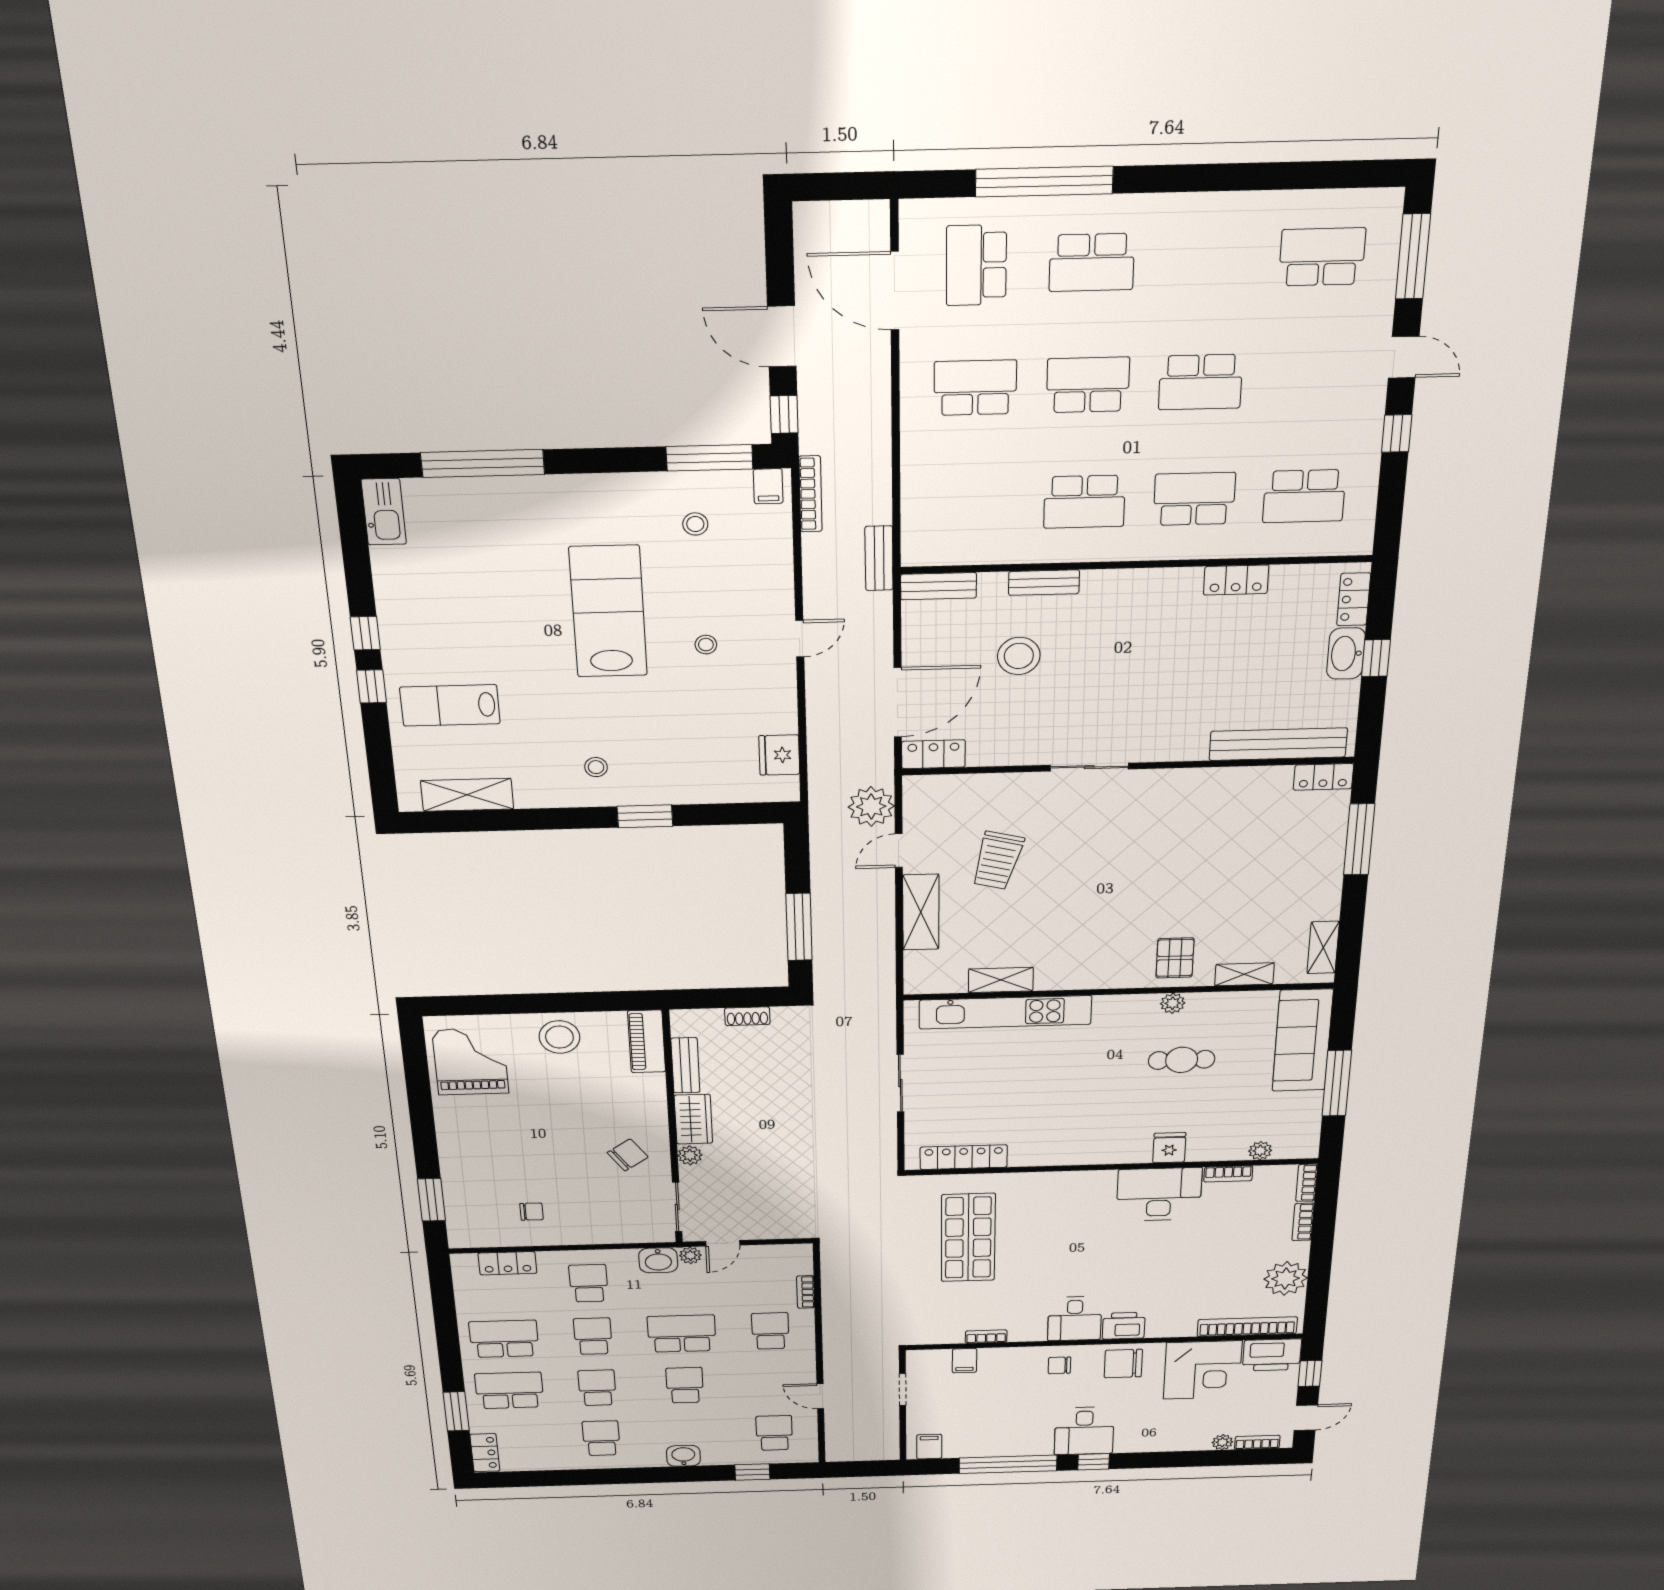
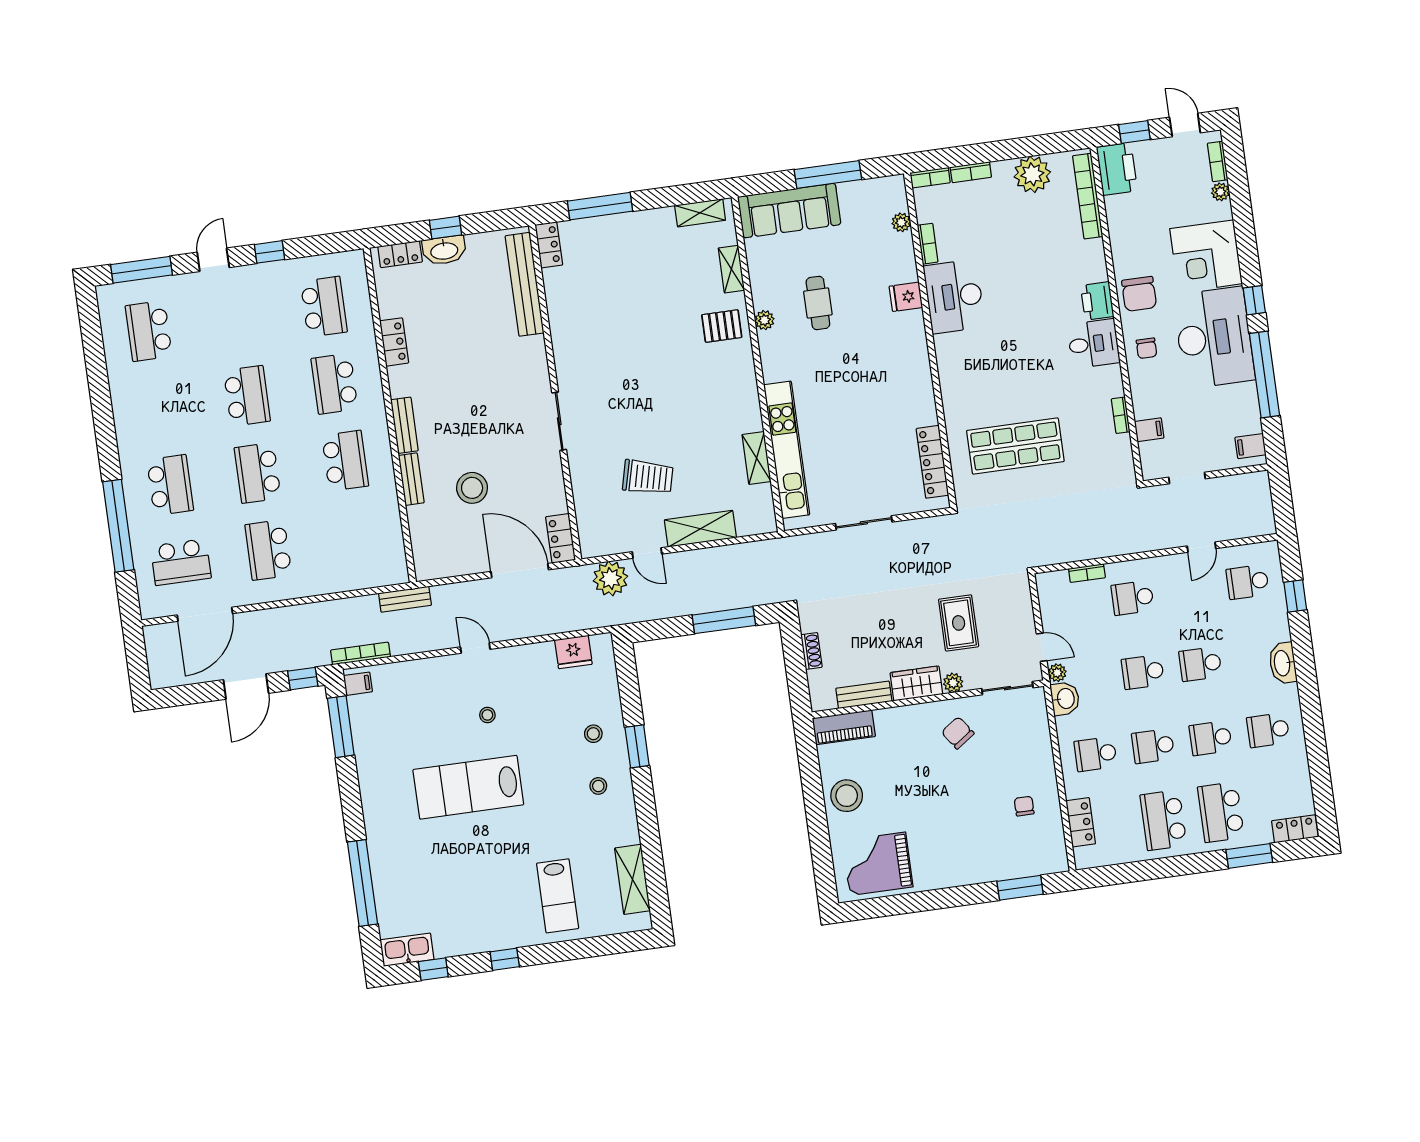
stool: (695, 524) -> (593, 734), moved
bench: (939, 586) -> (404, 425), moved
window: (371, 686) -> (433, 969), moved
rug: (763, 1167) -> (959, 623), added
school desk: (682, 1334) -> (1143, 672), width x0.54
corner desk: (1203, 1370) -> (1206, 256), moved, turned 180
desk: (1084, 1431) -> (1214, 338), width x1.87, depth x1.30
washbasin: (683, 1456) -> (1283, 663), width x1.38

